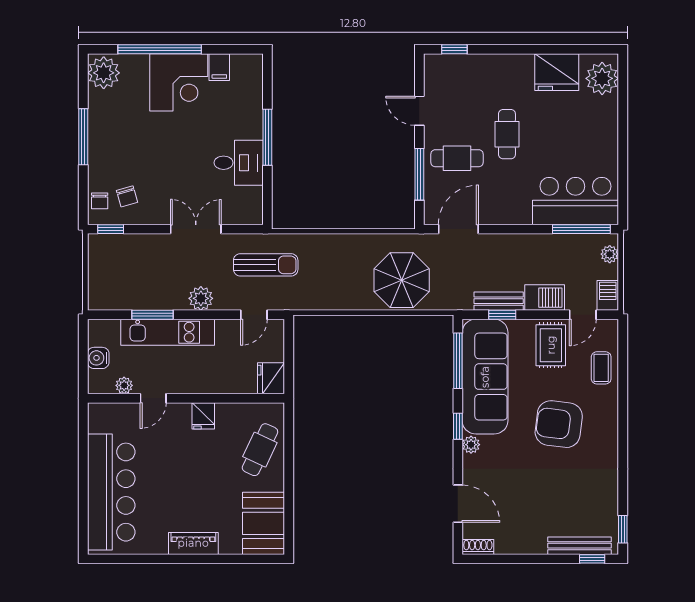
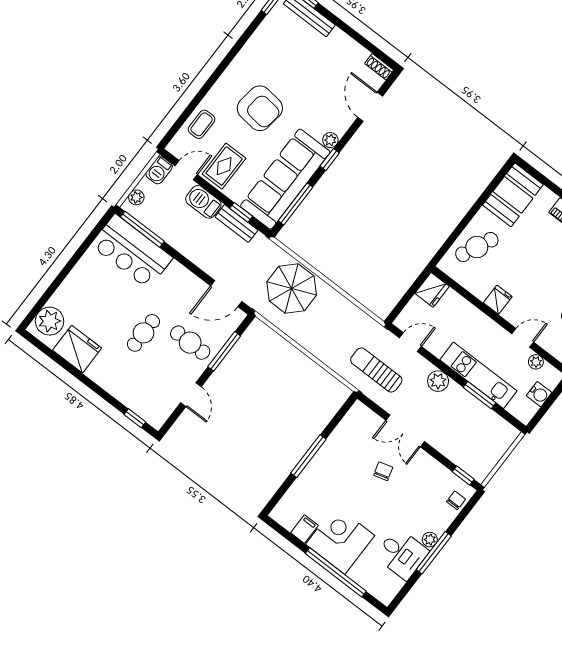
plant: (104, 73) -> (430, 540), moved, width x0.53, depth x0.53
desk: (239, 163) -> (402, 554), moved, turned 180
chair: (127, 196) -> (383, 471), moved

